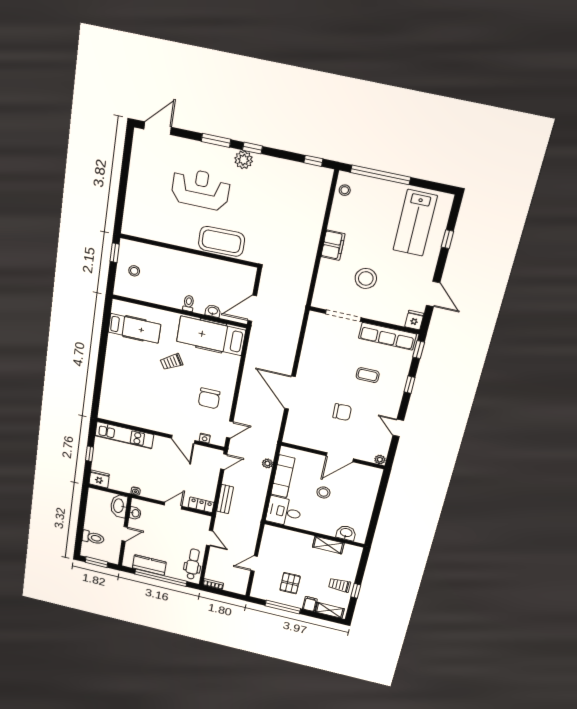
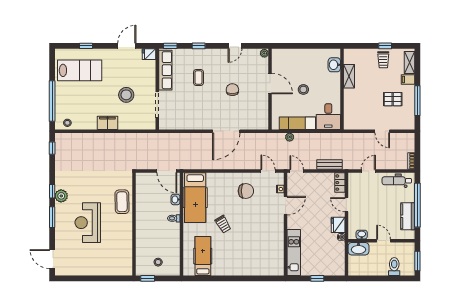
coffee table: (221, 241) -> (122, 202), width x0.73, depth x0.76
fridge: (99, 479) -> (338, 225), moved

